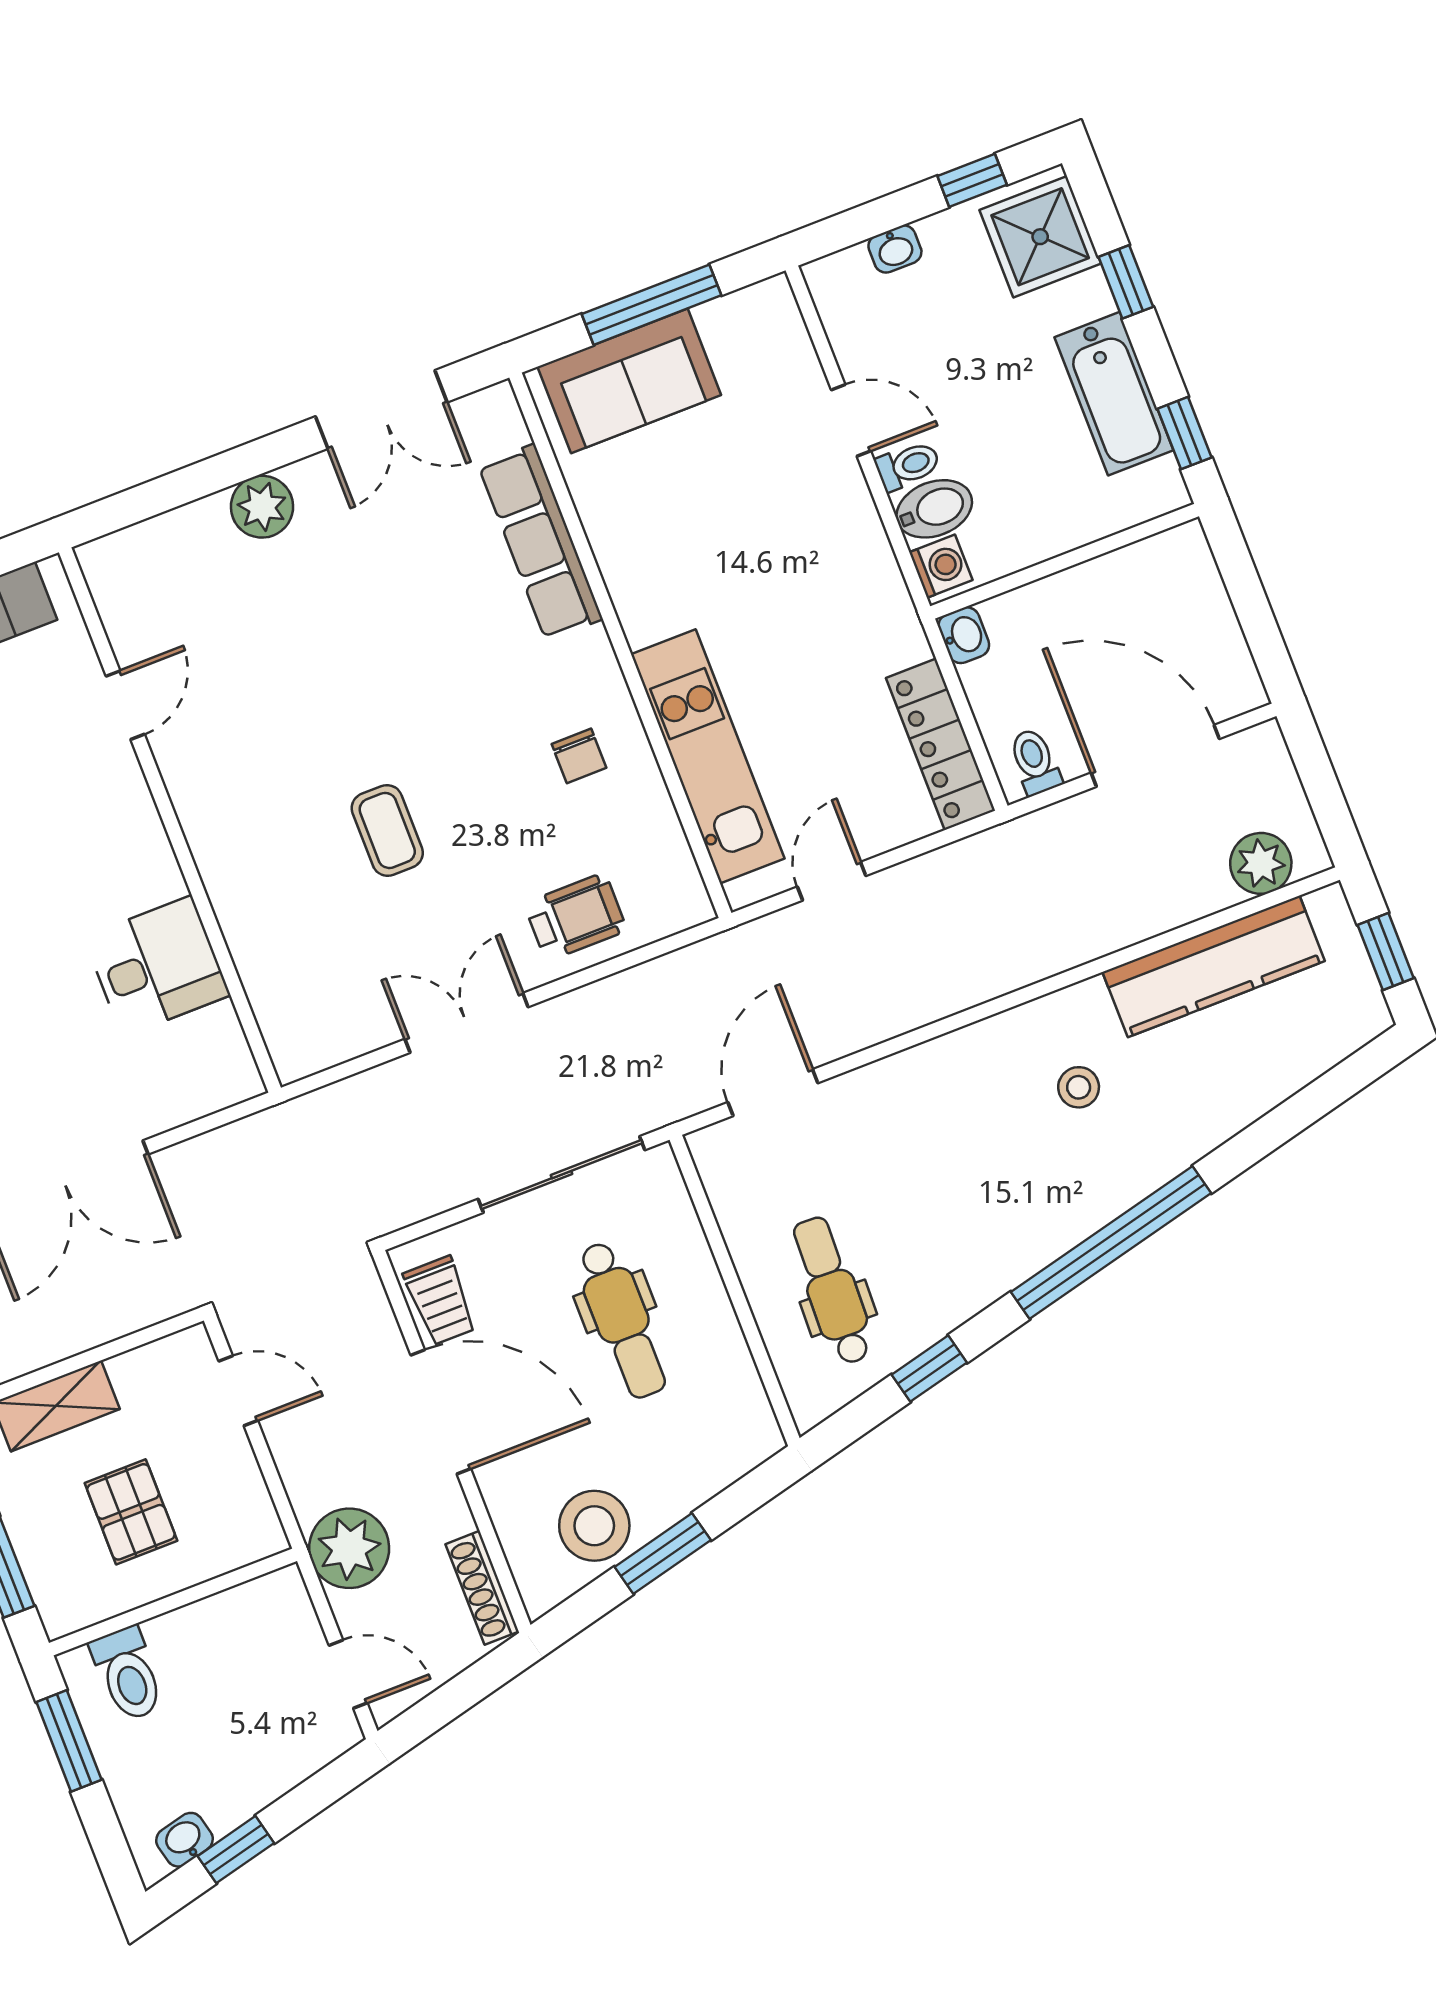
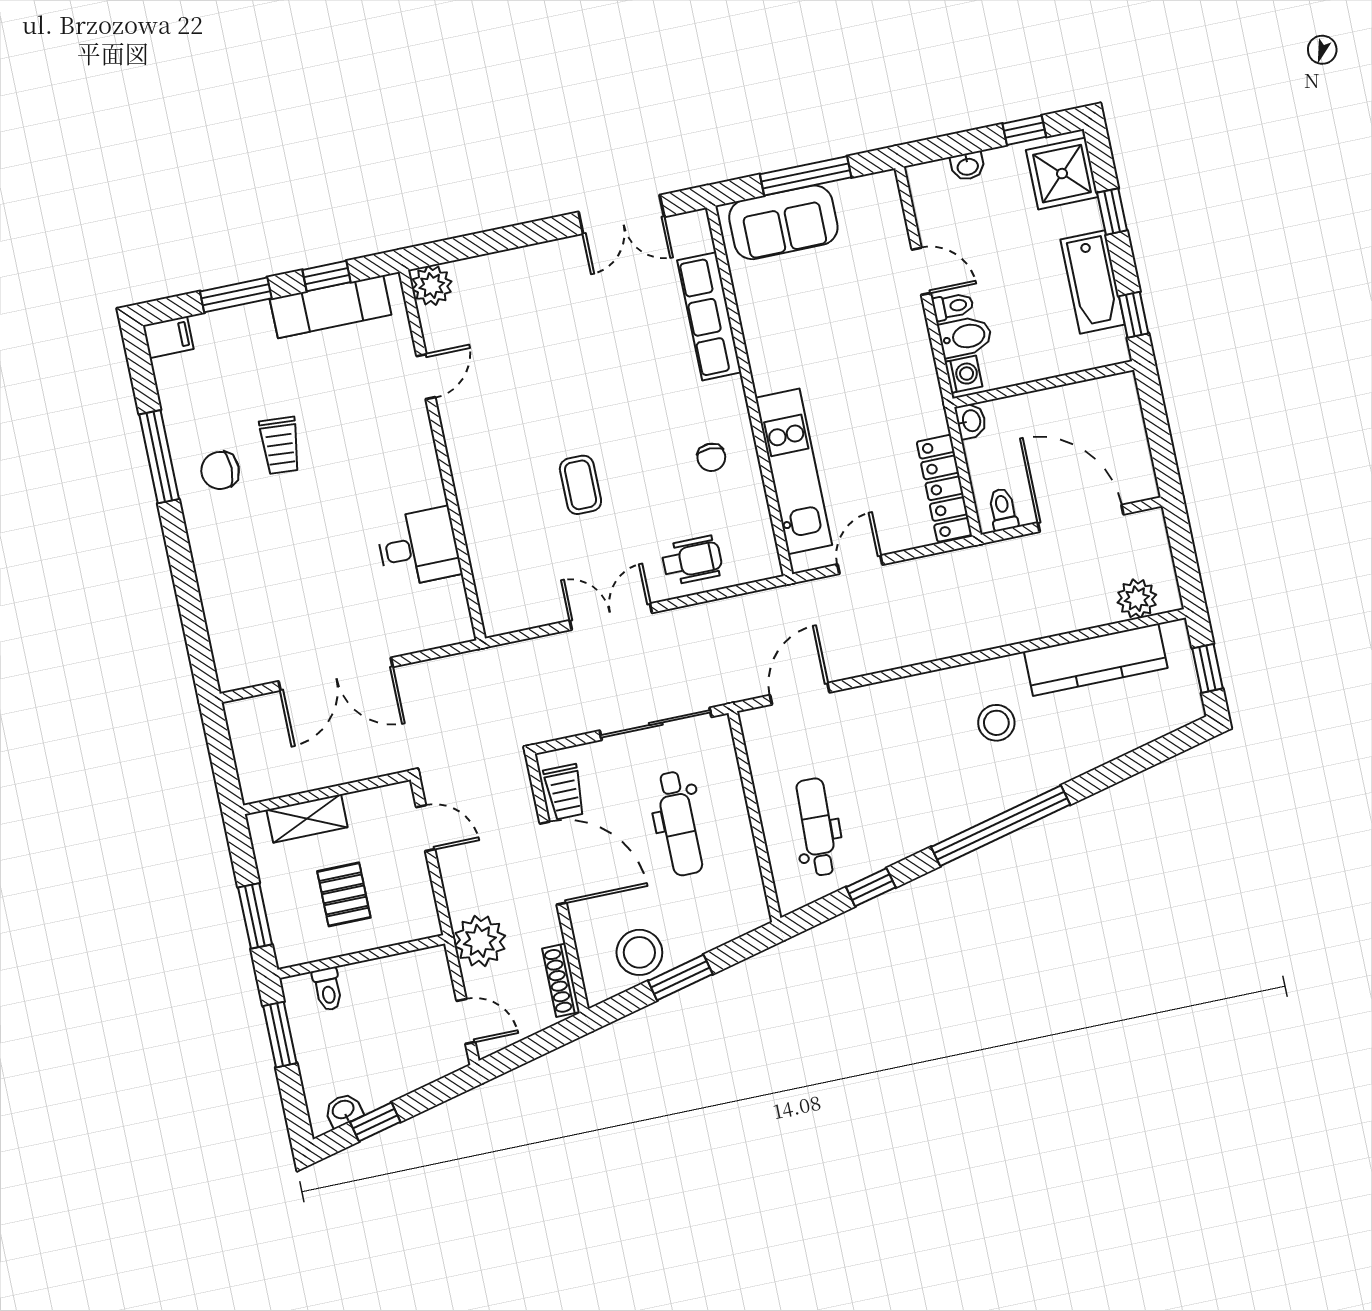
plant: (262, 507) -> (432, 285), moved
stool: (1079, 1087) -> (996, 723), width x1.37, depth x1.37
toilet: (128, 1674) -> (328, 989), width x0.73, depth x0.72

